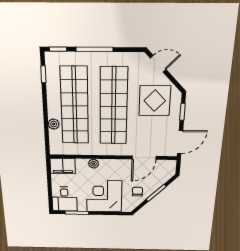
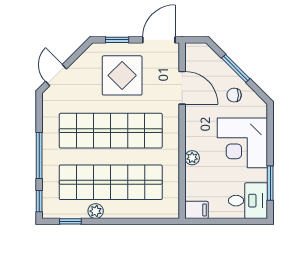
display table: (155, 101) -> (122, 75), moved
plant: (54, 124) -> (96, 211), moved
door: (180, 142) -> (159, 40), hinge flipped
filing cabinet: (63, 166) -> (197, 210), width x0.50

